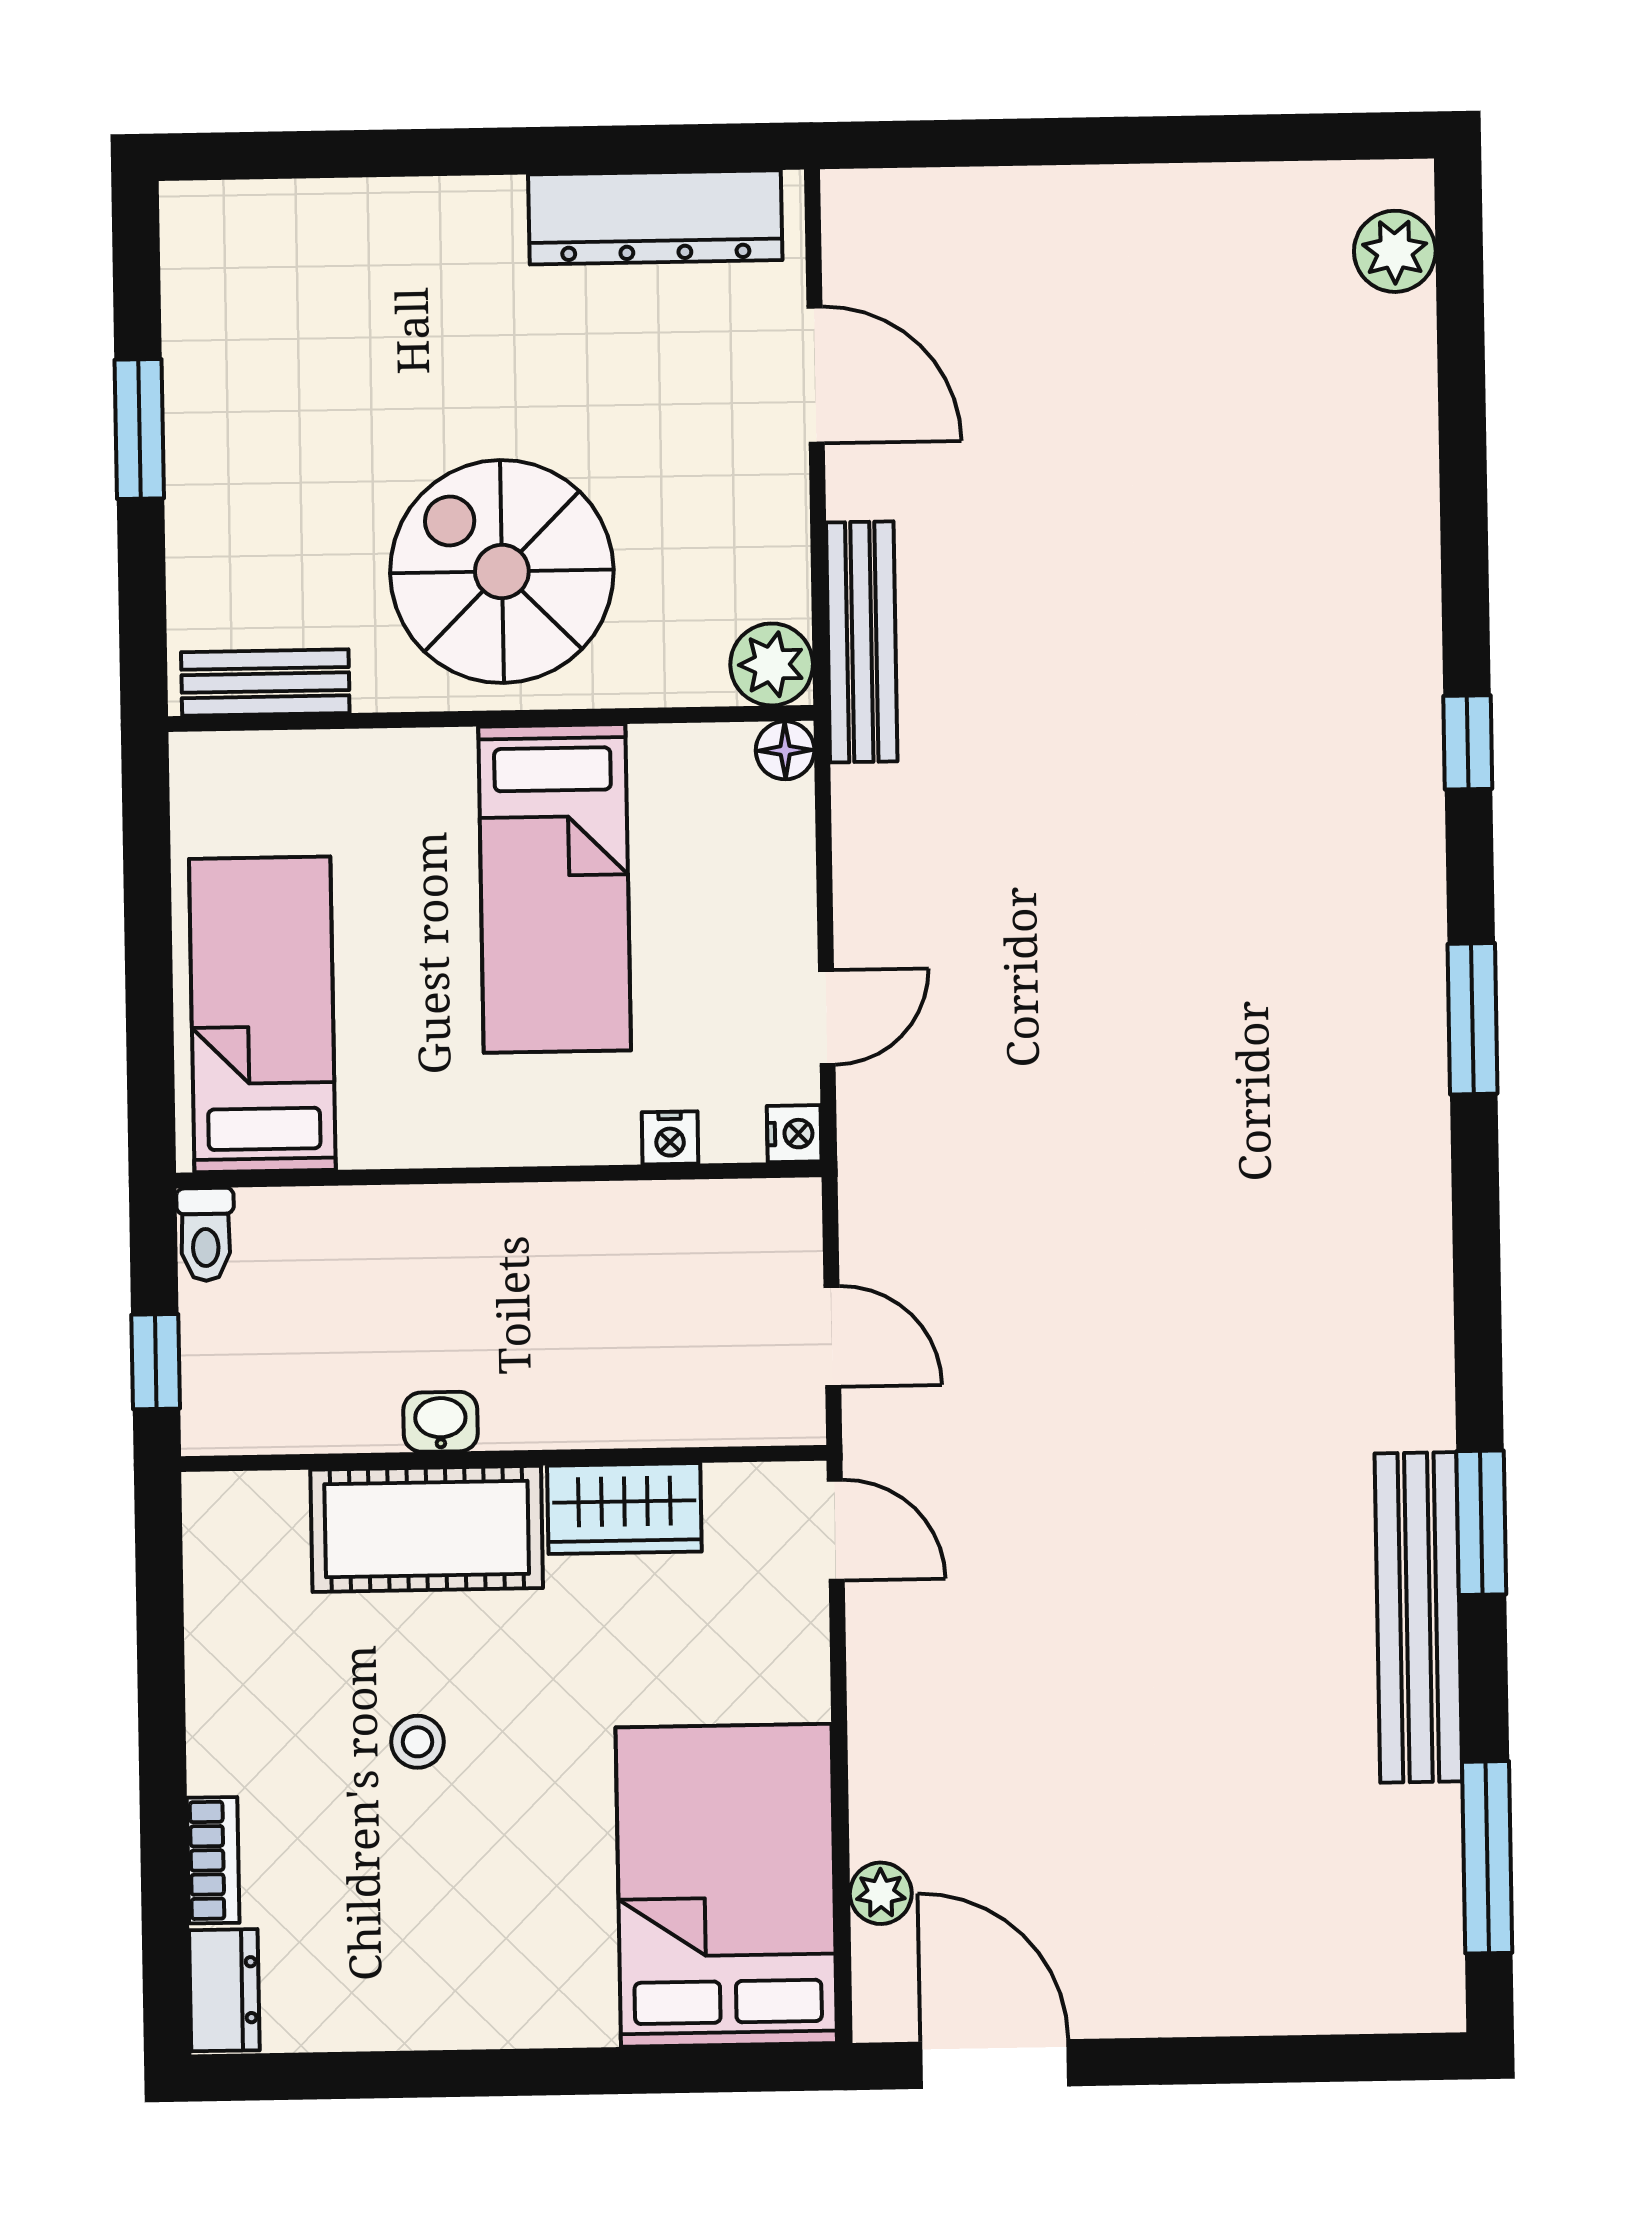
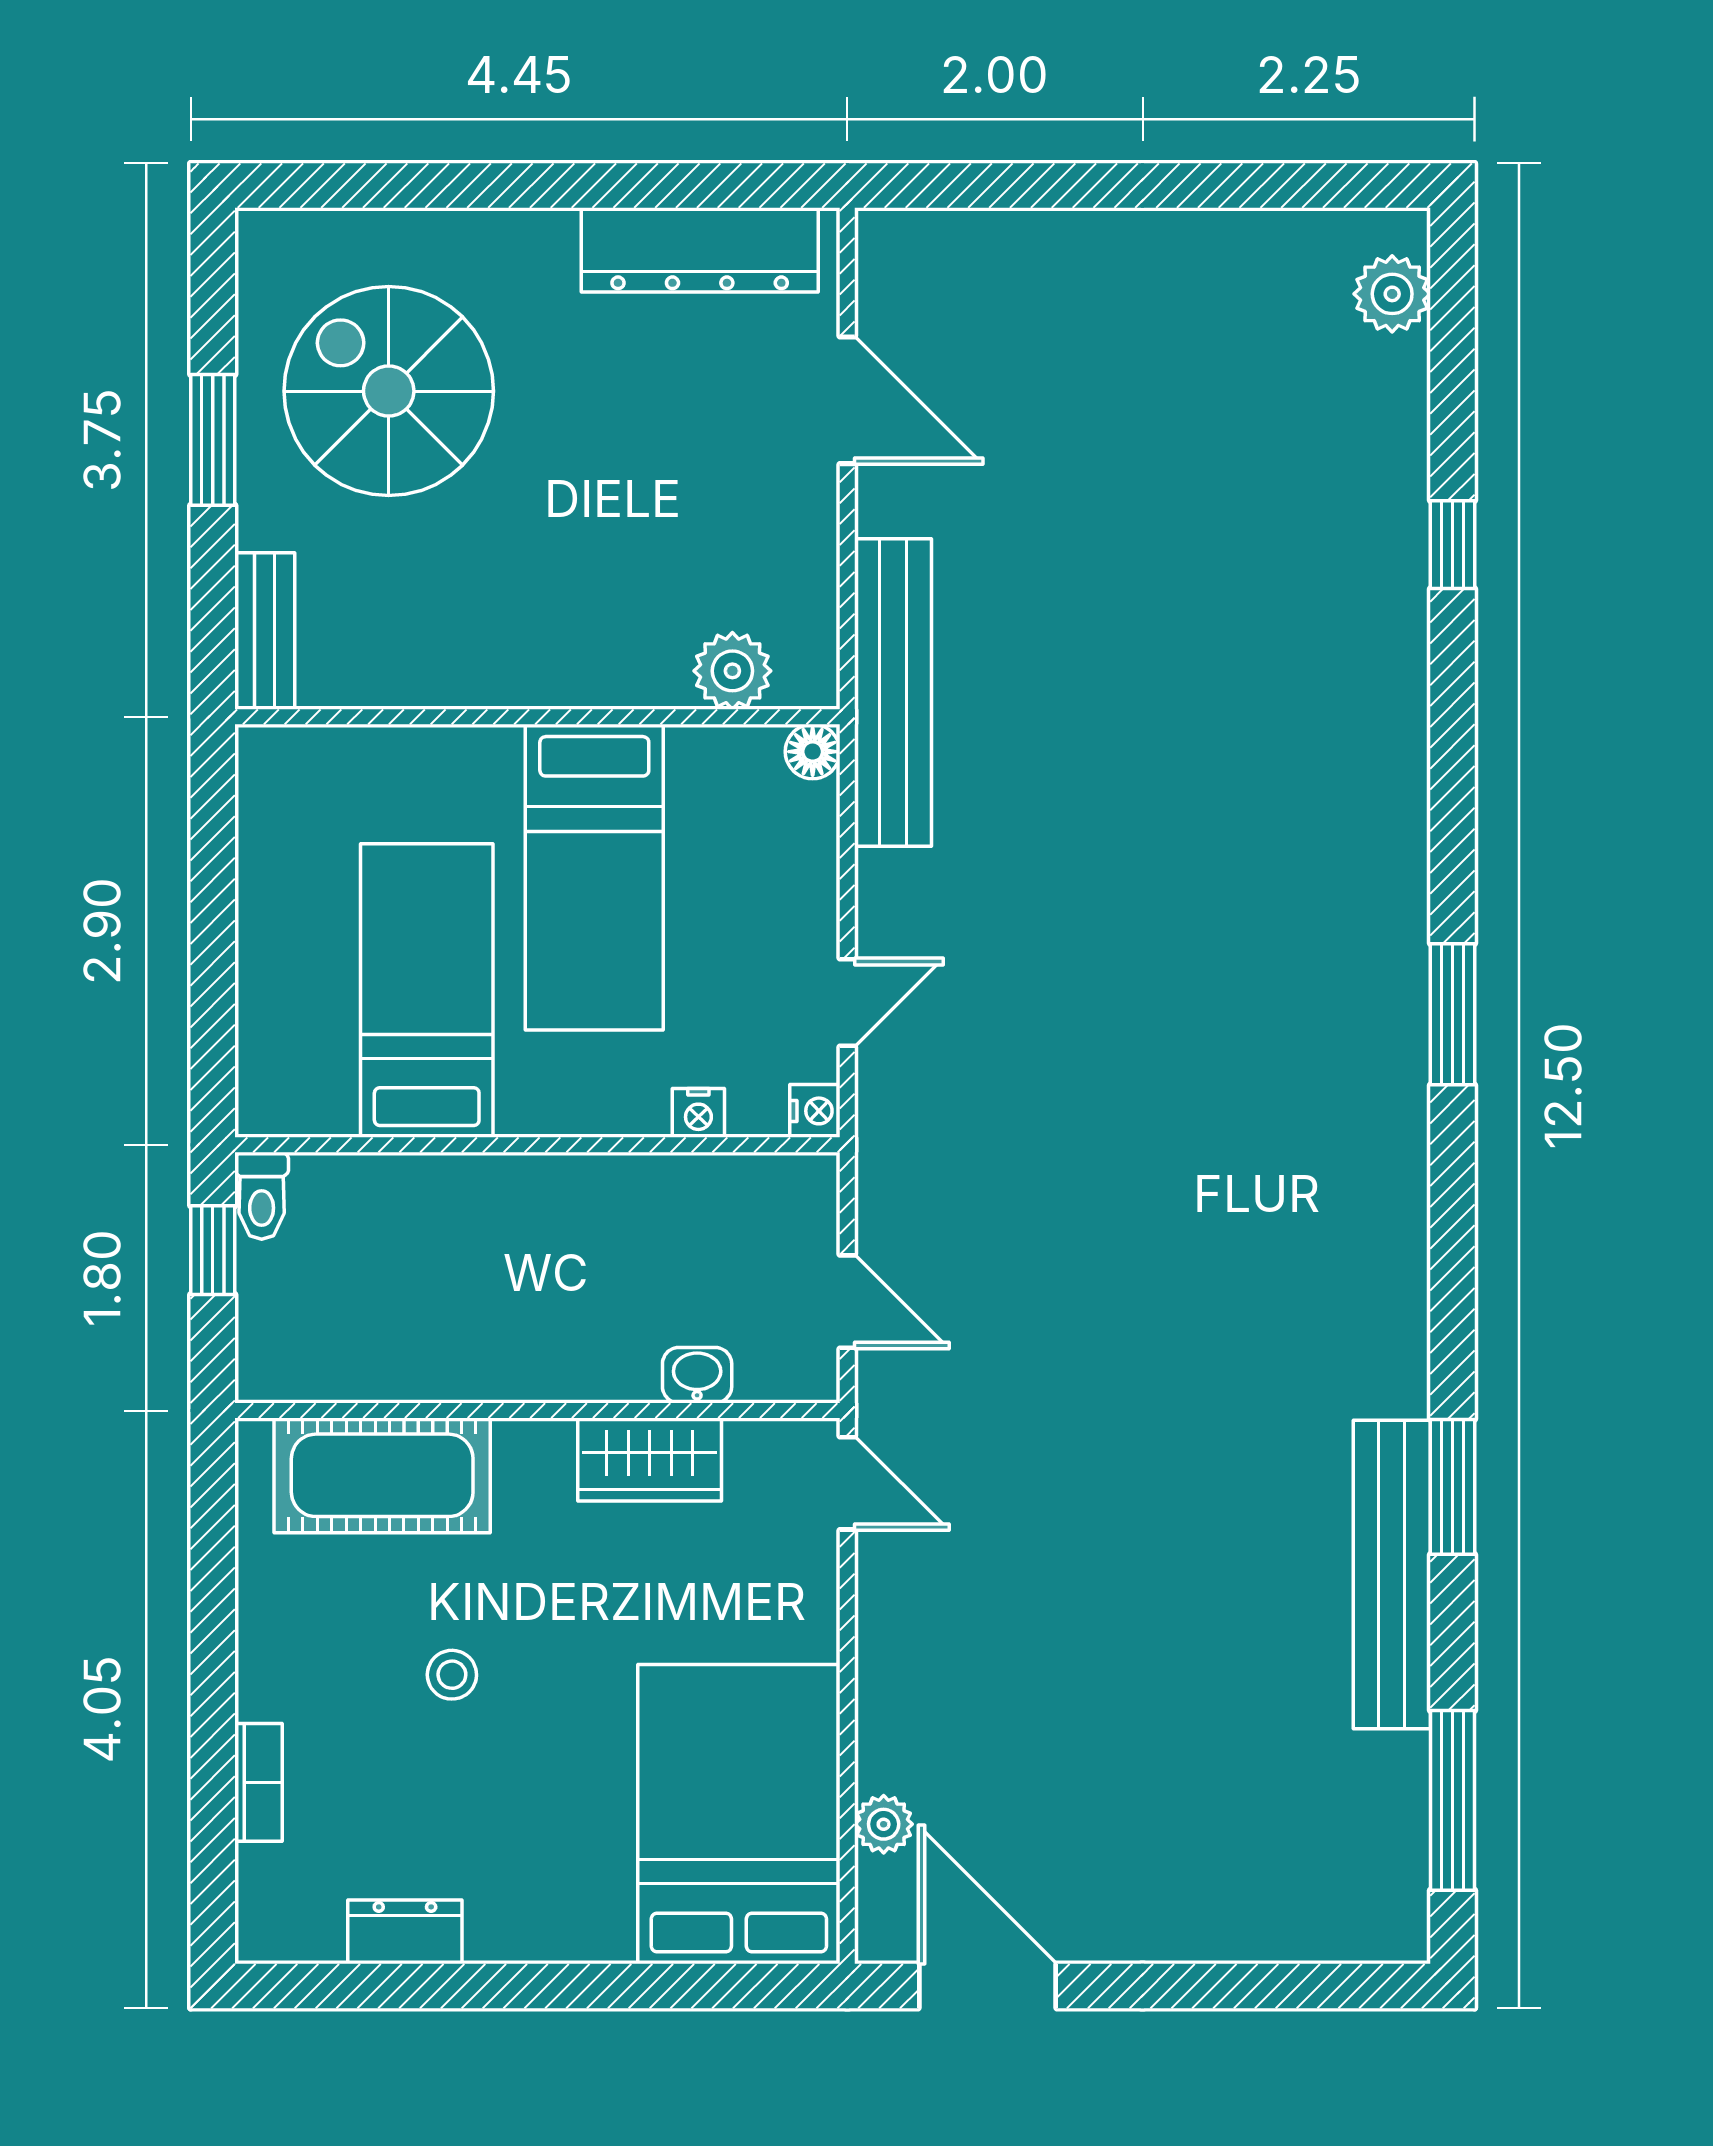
spiral stairs: (502, 571) -> (389, 391), moved
bench: (862, 642) -> (893, 693), width x1.37, depth x1.21
plant: (772, 664) -> (732, 671), moved
bench: (265, 683) -> (265, 631), moved, turned 90
window: (1468, 742) -> (1452, 545), moved
bed: (262, 1014) -> (427, 991), moved
window: (156, 1362) -> (213, 1250), moved
washbasin: (441, 1422) -> (697, 1375), moved
cot: (427, 1529) -> (382, 1475), moved
dresser: (224, 1990) -> (405, 1932), moved, turned -90

